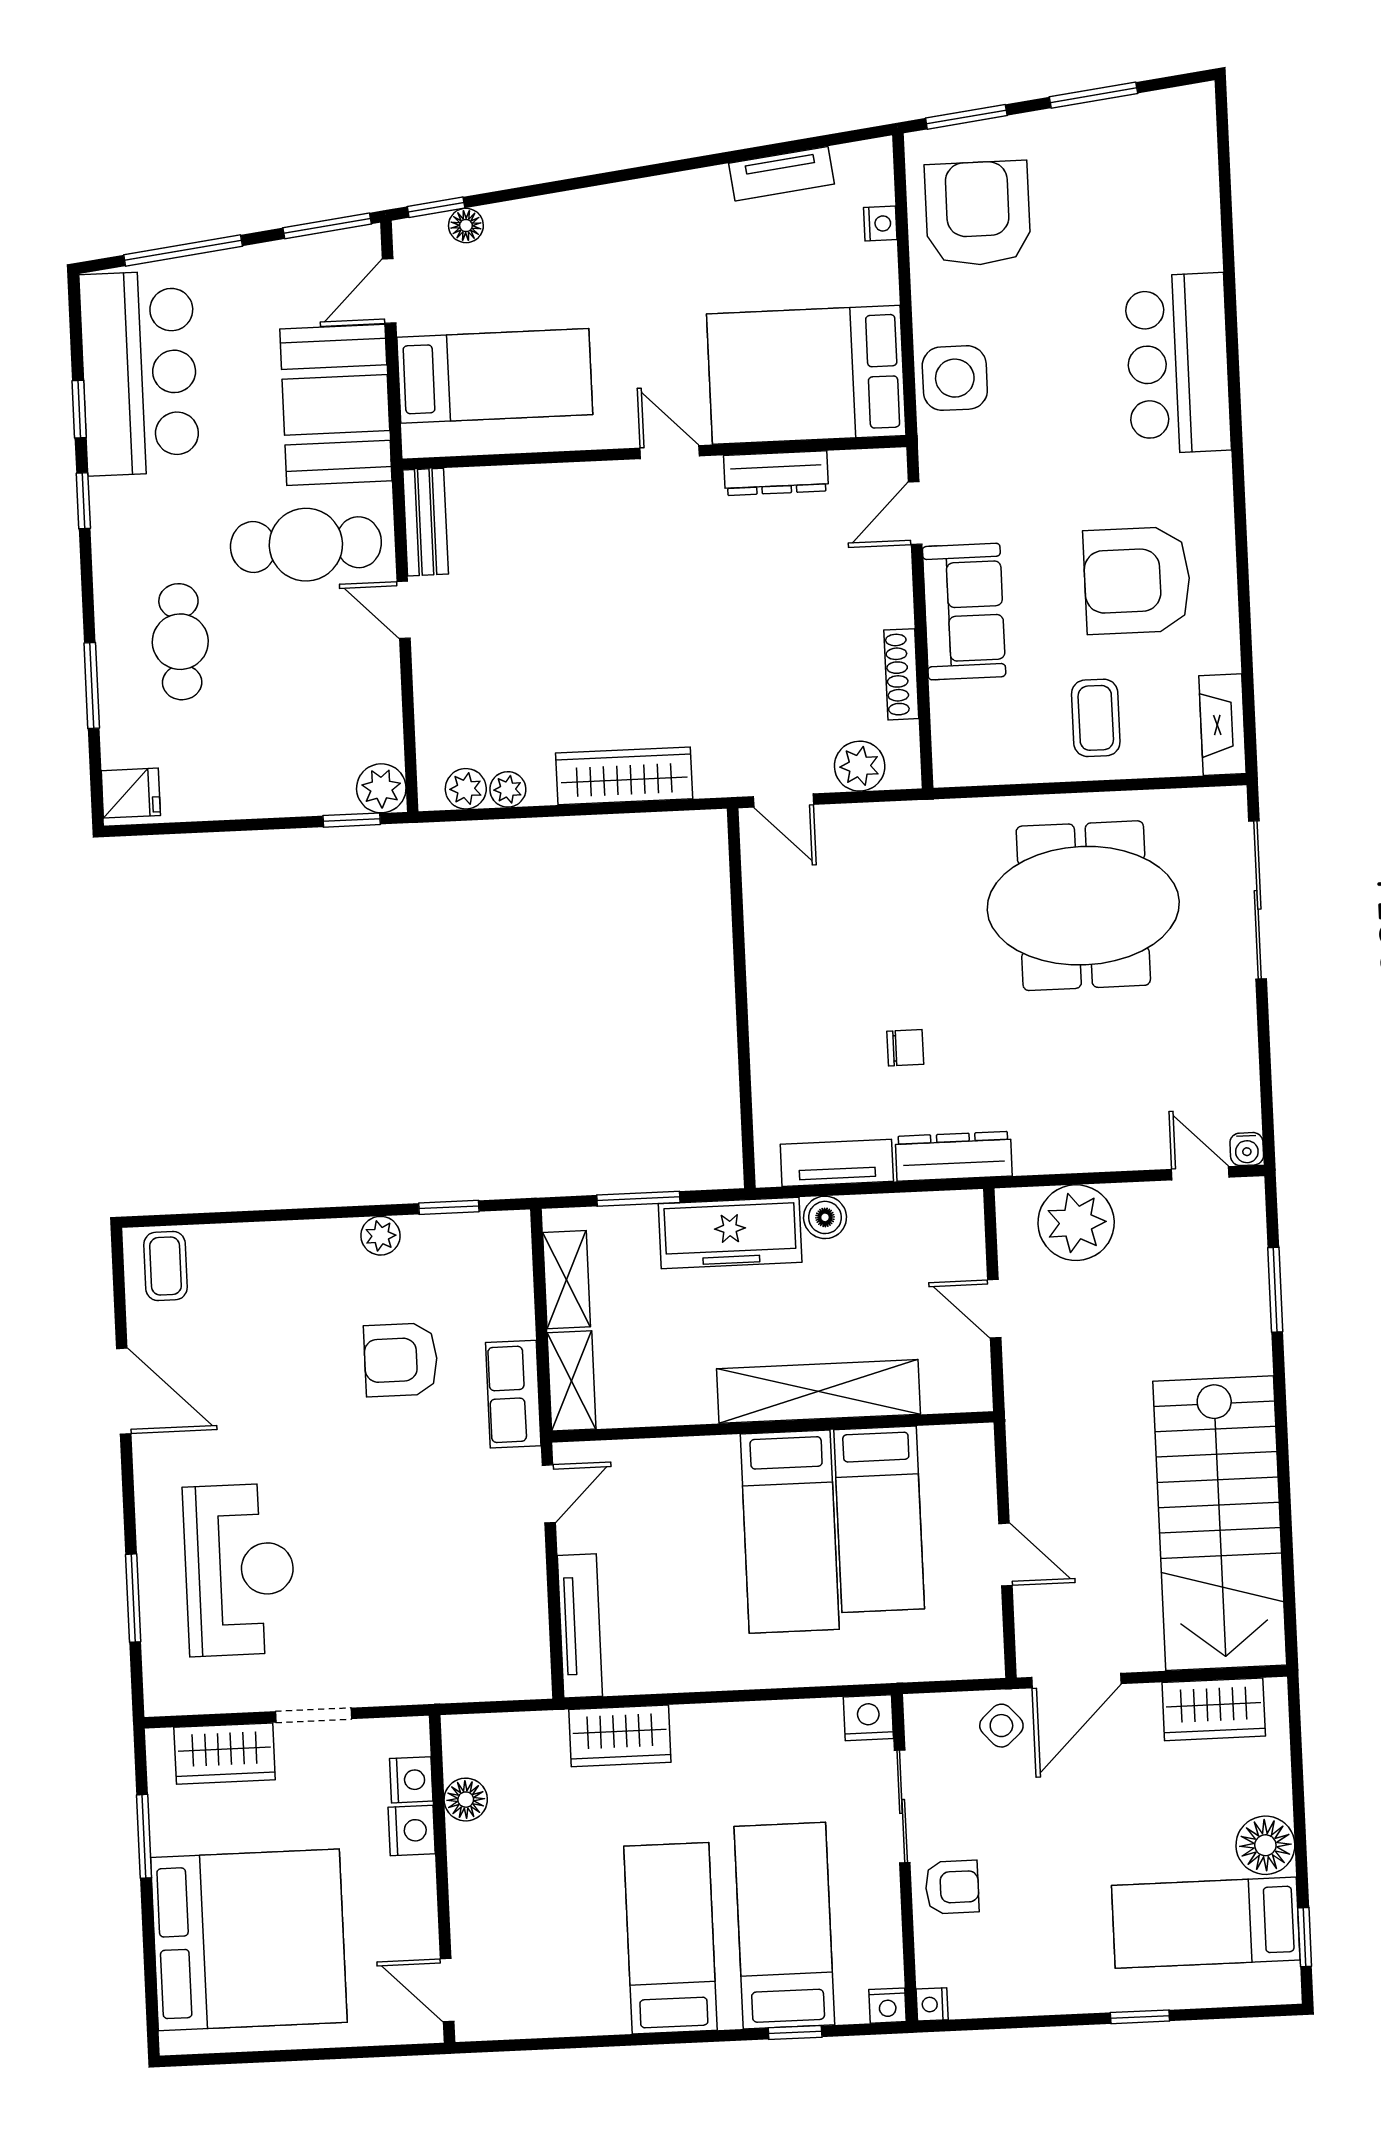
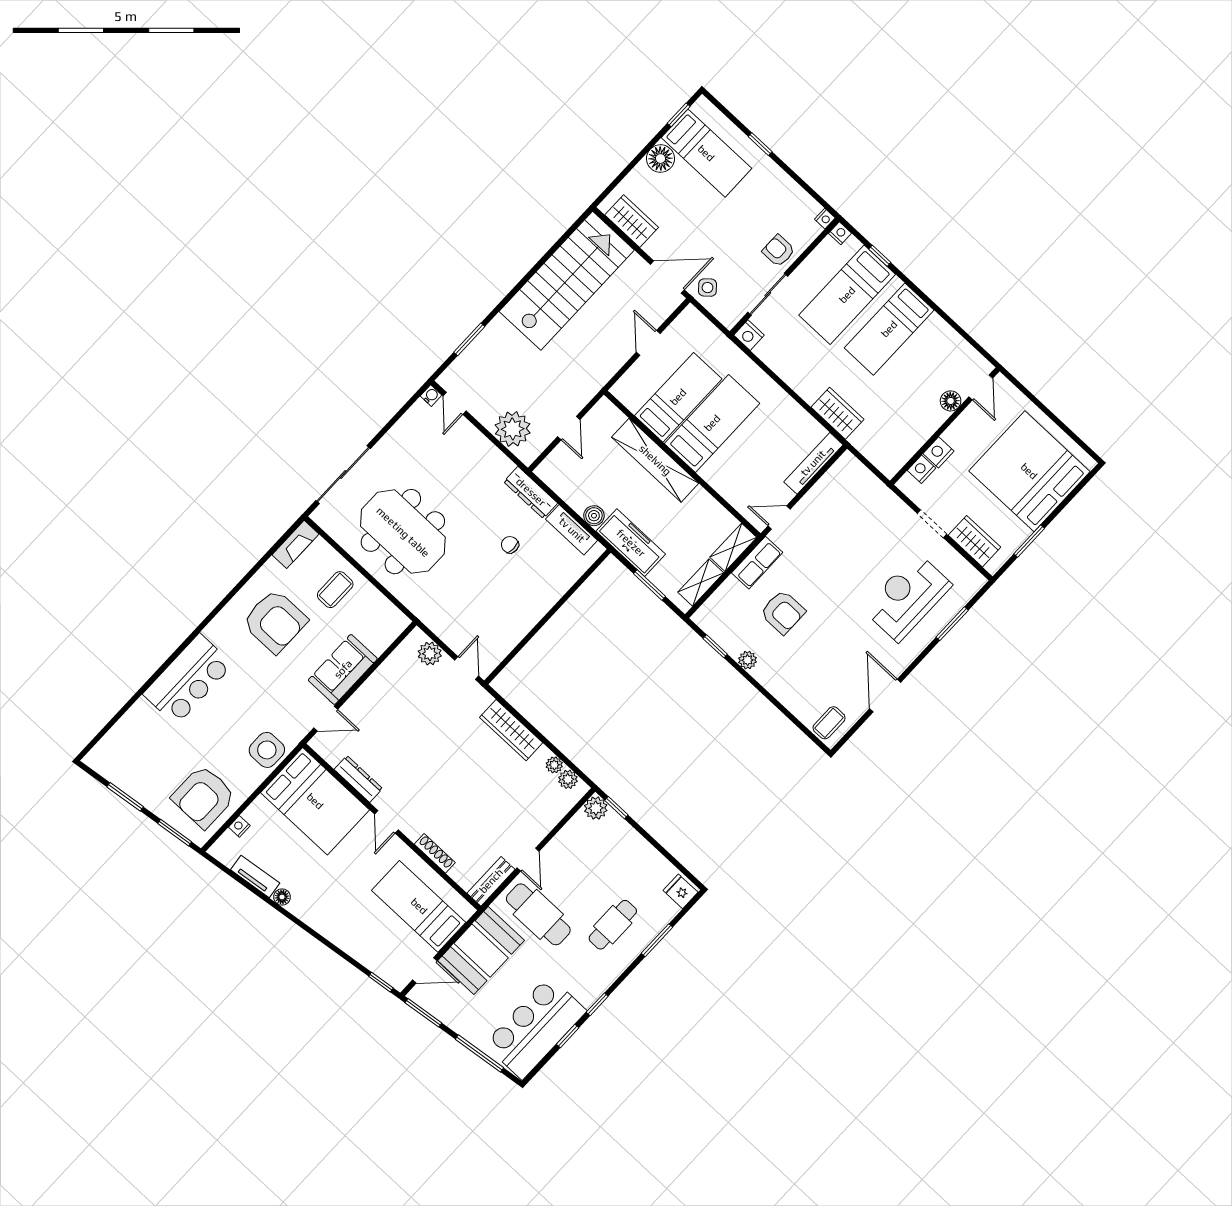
floor lamp: (466, 226) -> (282, 897), moved
shoe rack: (901, 674) -> (435, 853), moved, turned -90
floor lamp: (466, 1800) -> (951, 401), moved

